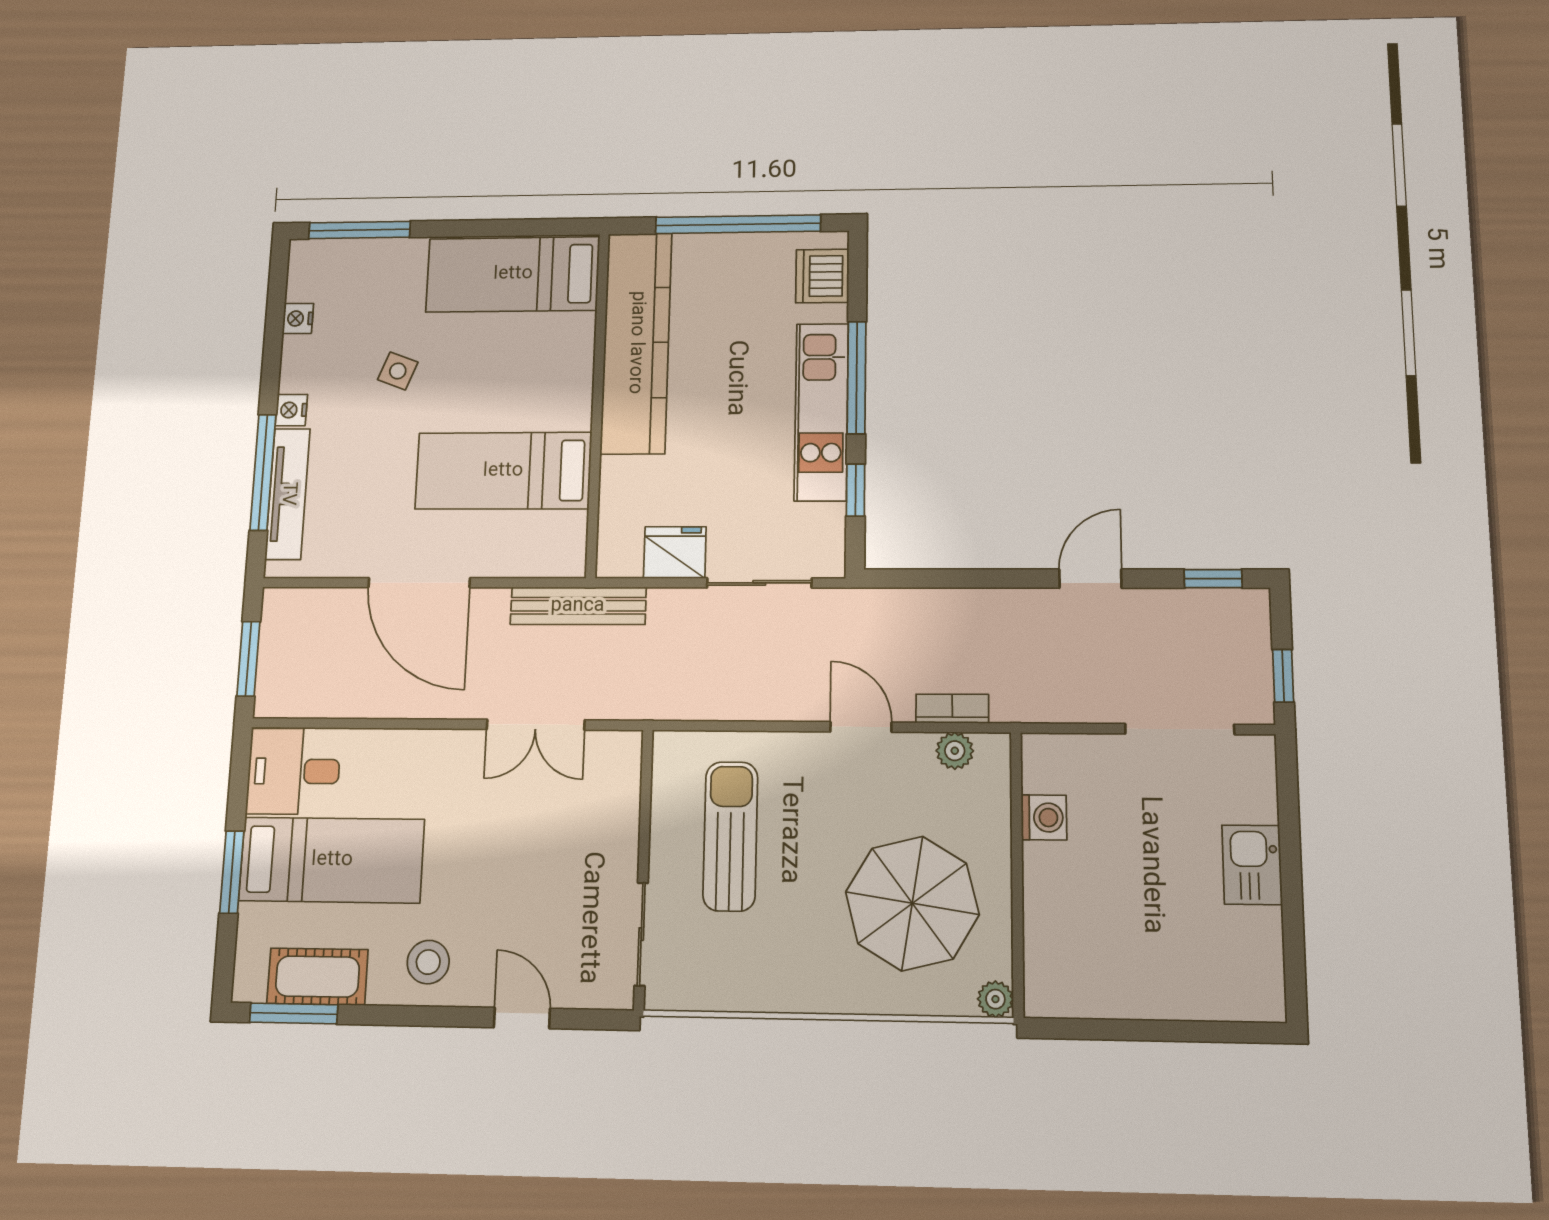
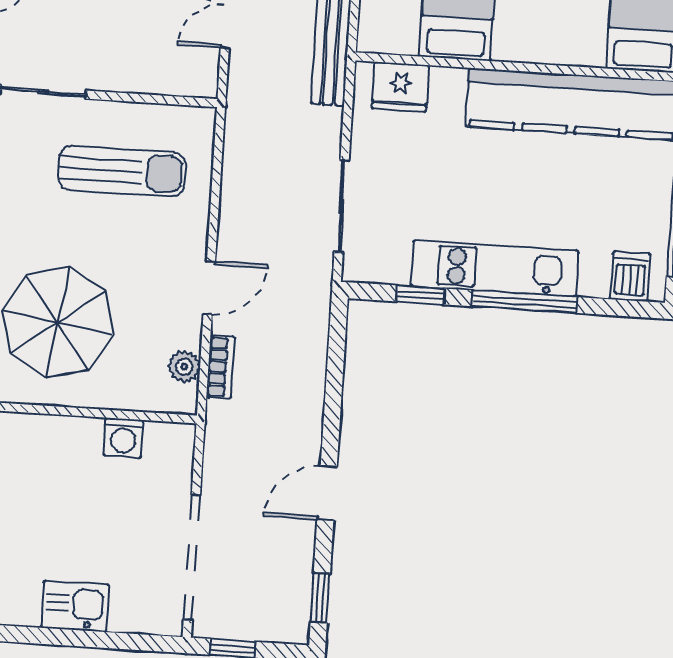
dishwasher: (822, 276) -> (630, 277), width x0.73
fridge: (675, 553) -> (400, 87), moved, turned 90
door: (1090, 579) -> (327, 493), swing flipped
doorway: (1180, 729) -> (192, 557), width x1.36

